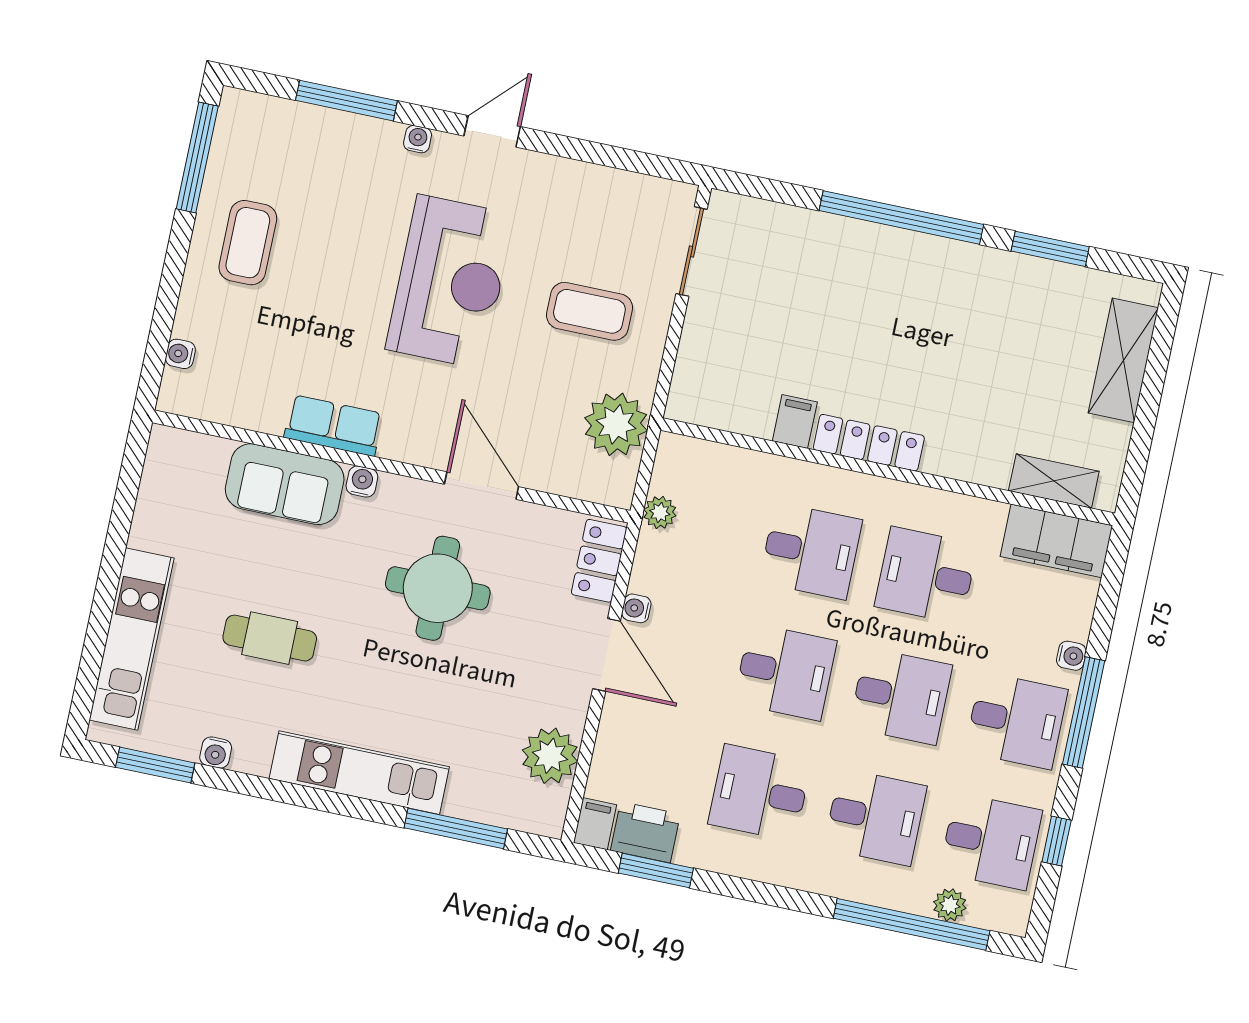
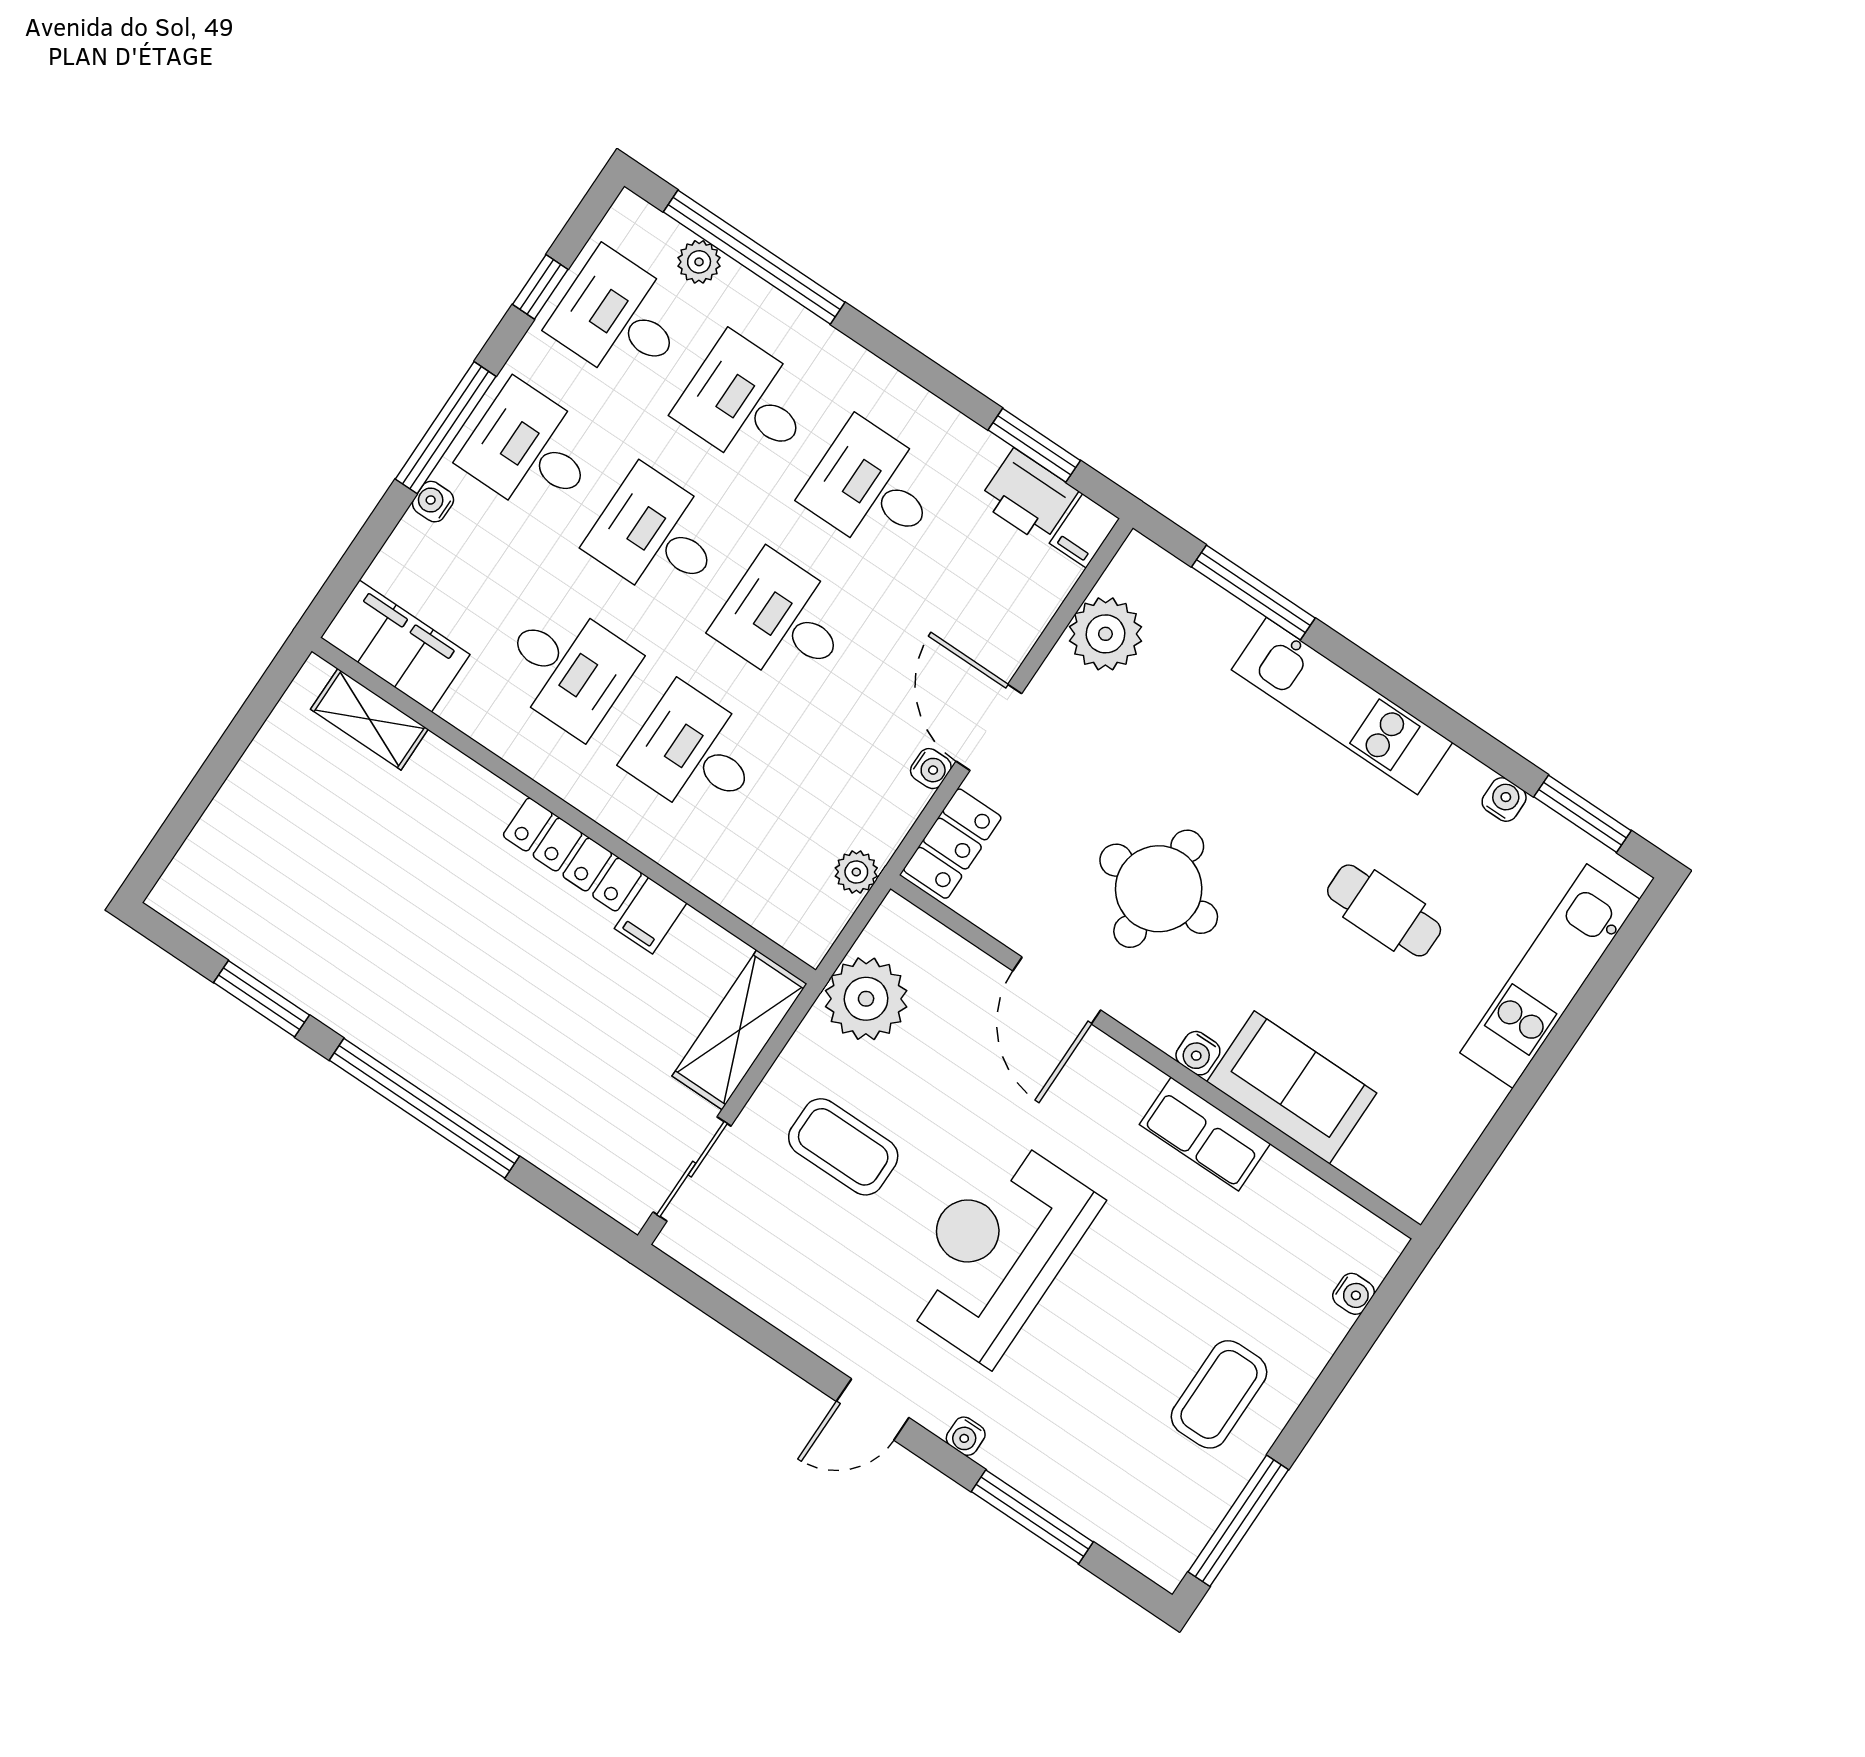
shelving: (1123, 360) -> (740, 1030), moved
desk: (760, 793) -> (872, 488), turned 180

